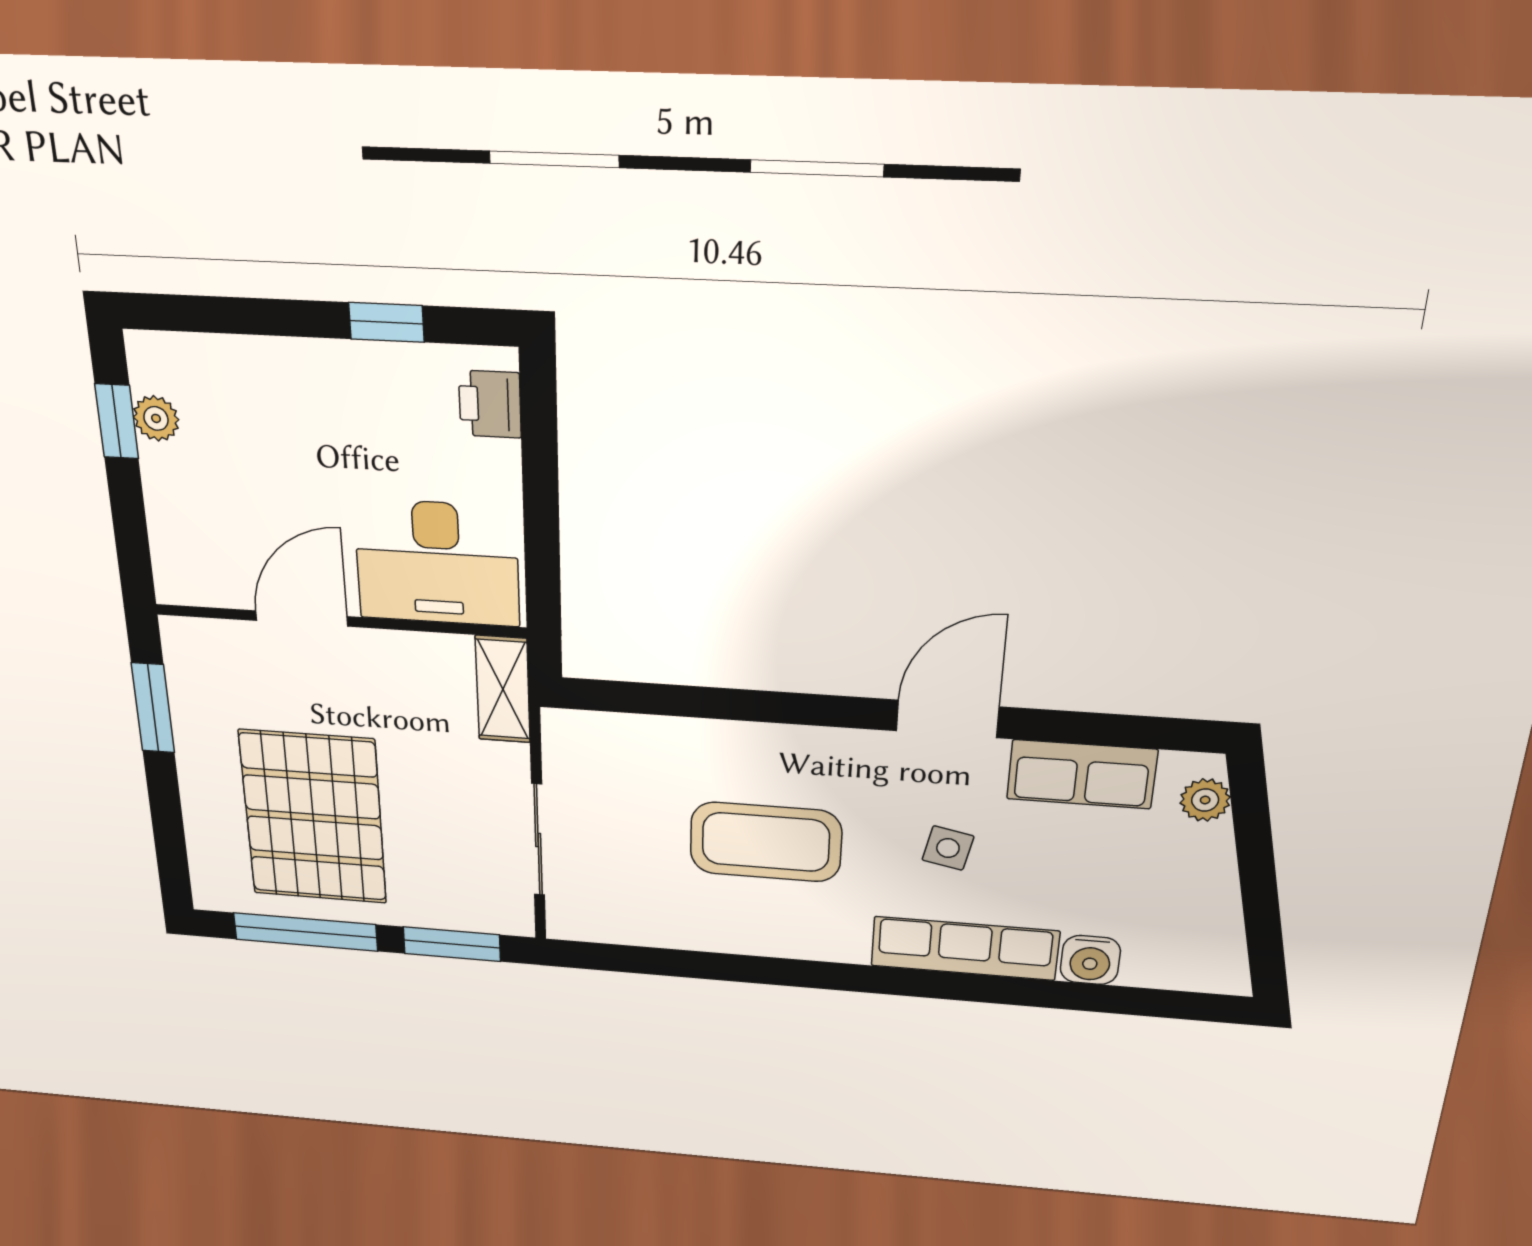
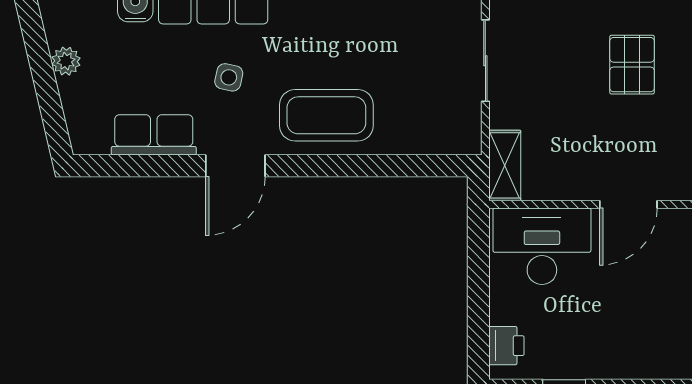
plant: (1205, 800) -> (66, 61), moved
pallet: (313, 818) -> (632, 65), width x0.49, depth x0.50
coffee table: (766, 842) -> (326, 115), moved

